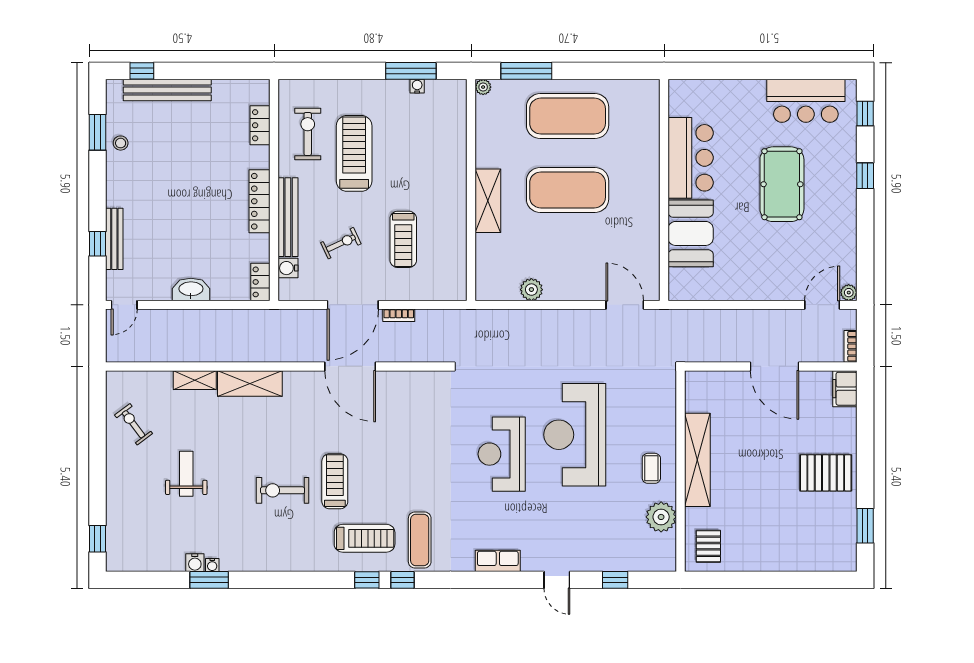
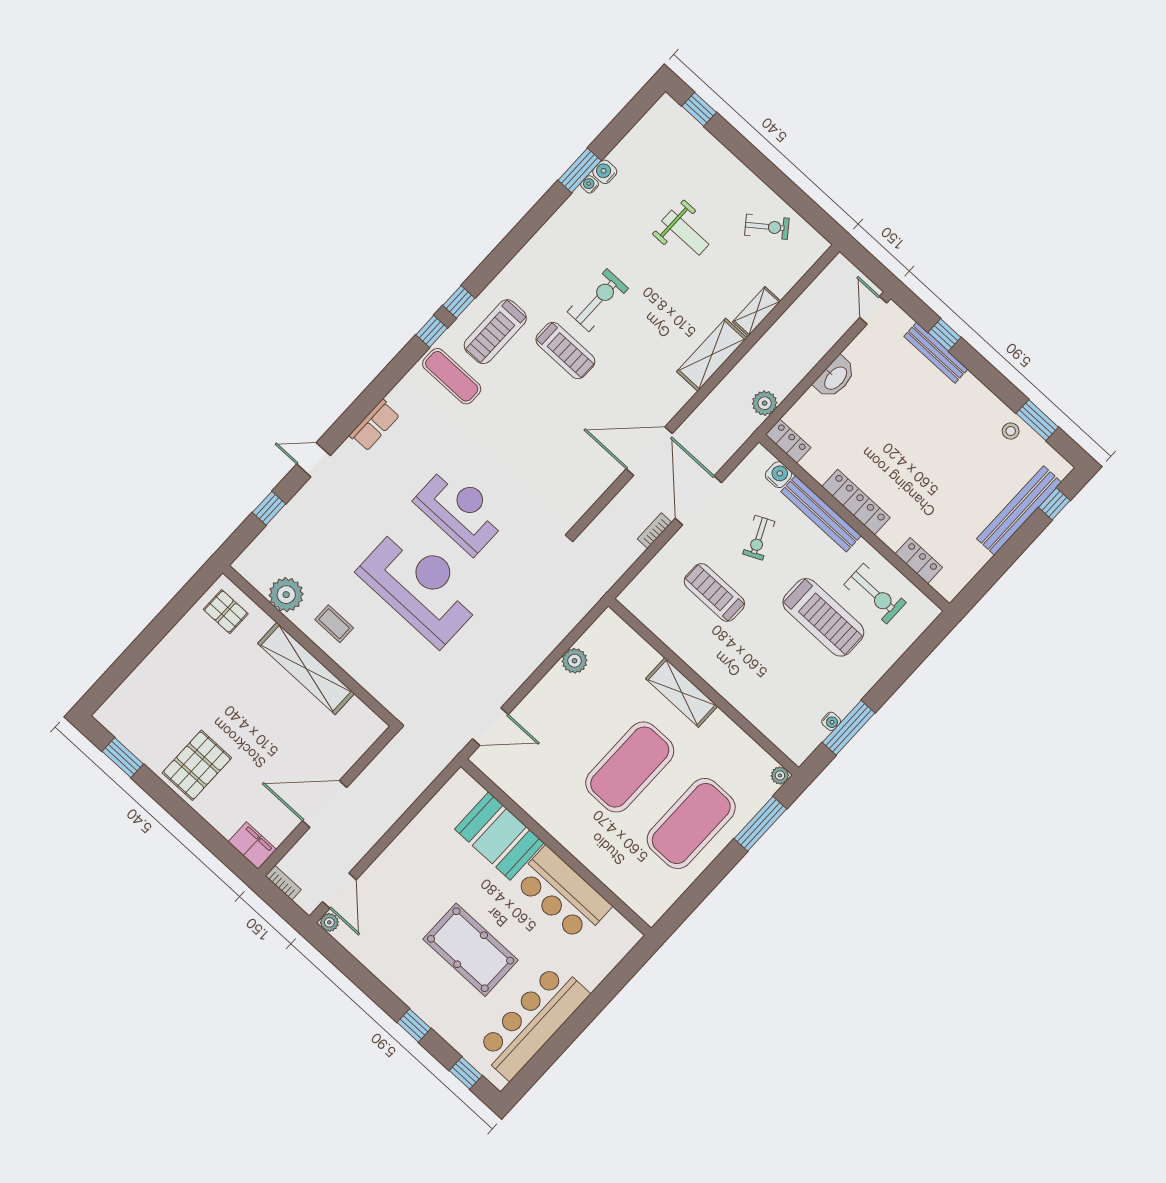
bar counter: (806, 101) -> (532, 1022), width x1.36
plant: (250, 320) -> (765, 403), added

